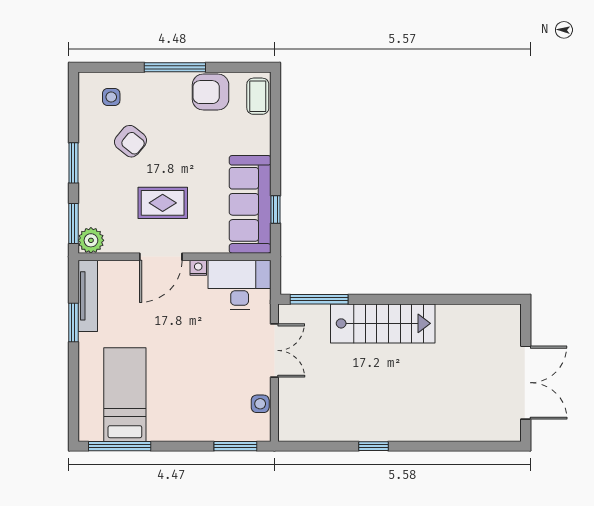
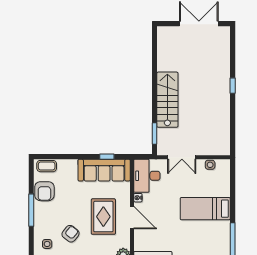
rug: (163, 203) -> (103, 217), width x1.36, depth x1.43
window: (319, 299) -> (155, 133), width x0.69
double door: (274, 350) -> (182, 157), swing flipped
bed: (125, 395) -> (205, 209), moved
window: (235, 446) -> (233, 178), removed
window: (374, 446) -> (233, 86), moved

